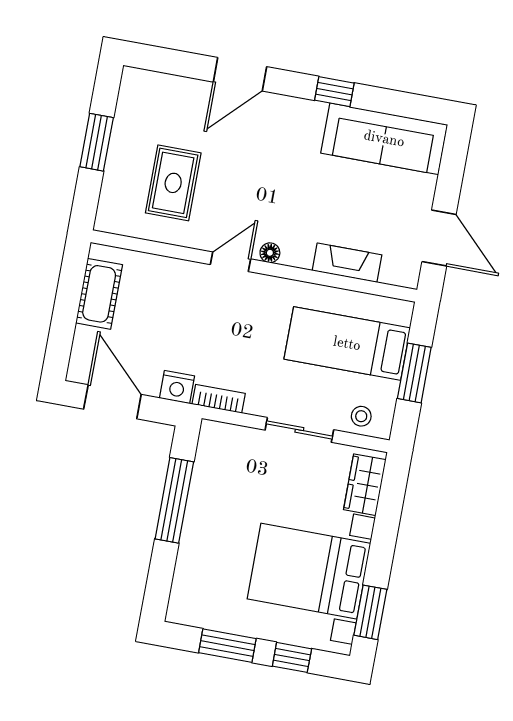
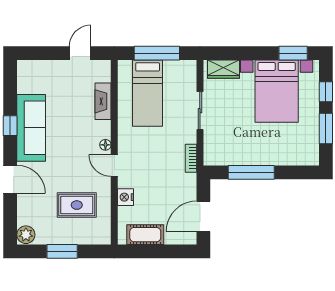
plant: (138, 84) -> (26, 235), added
sofa: (384, 139) -> (31, 128), moved
door: (439, 238) -> (80, 53), width x0.73
window: (414, 373) -> (157, 53), width x1.44
nightstand: (177, 387) -> (126, 197), moved, turned 180
stool: (361, 416) -> (186, 78), removed

